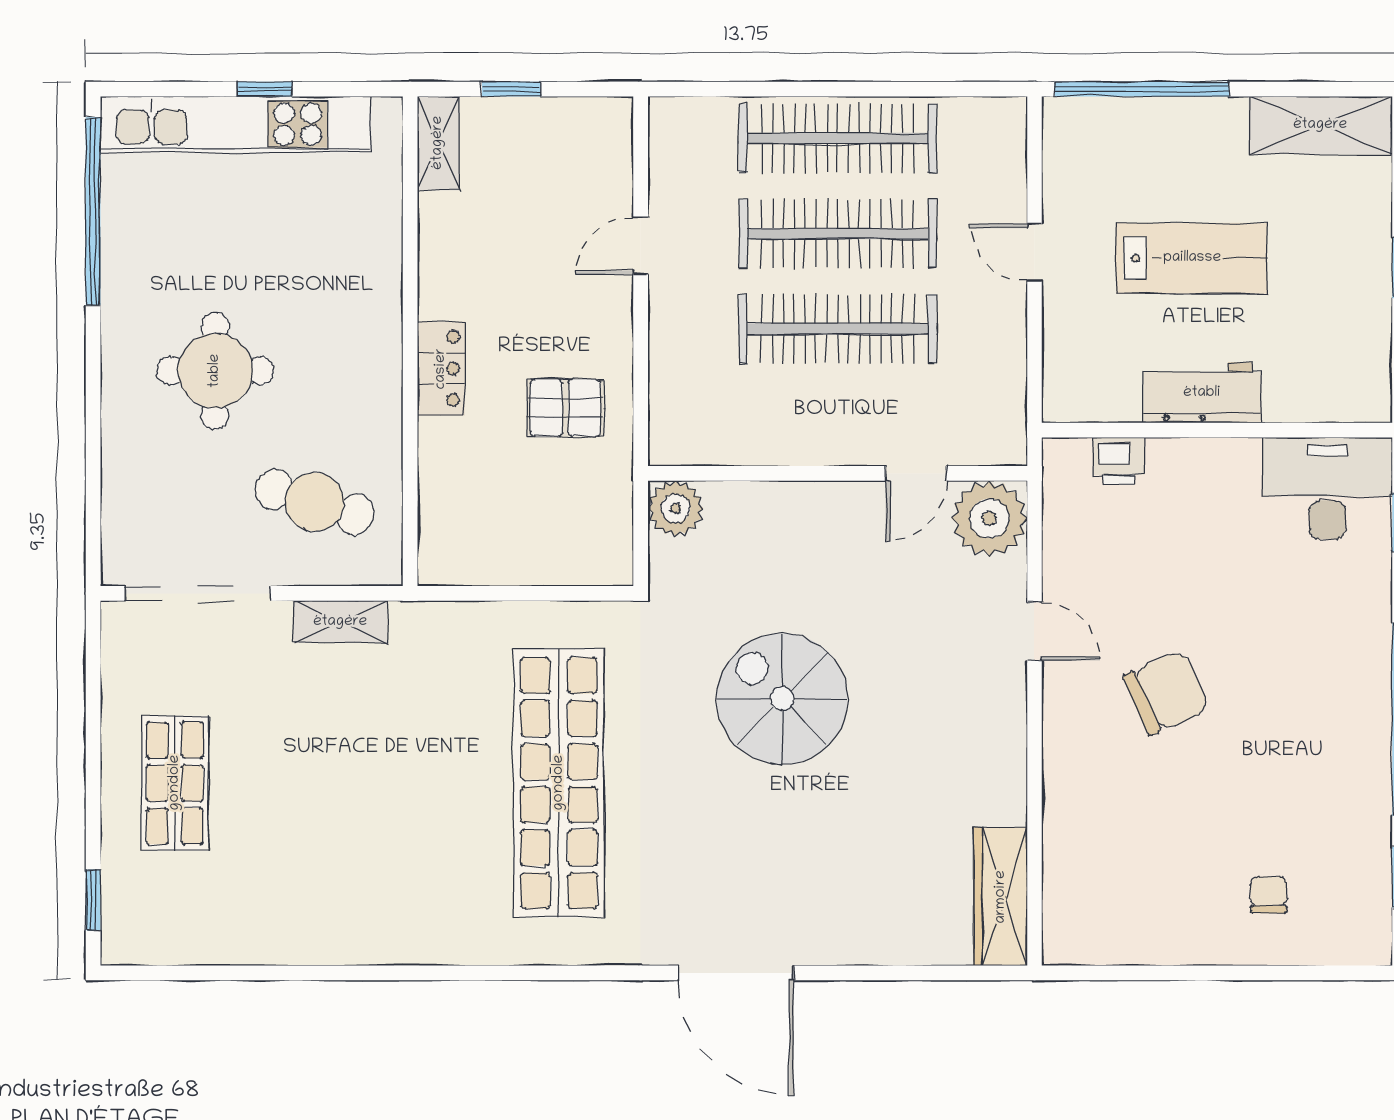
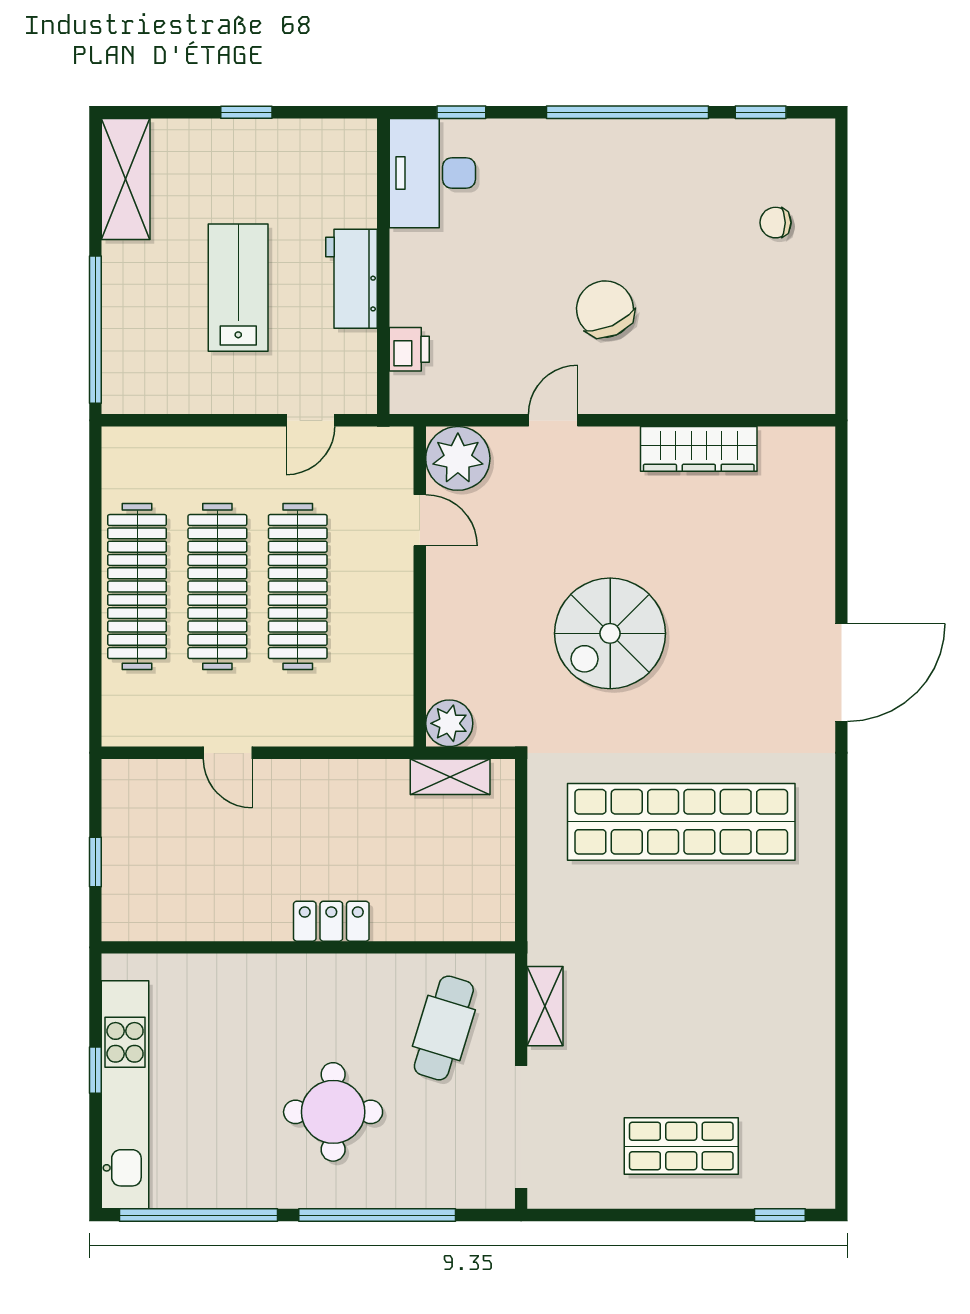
shelving: (438, 143) -> (450, 777), moved
door: (1034, 252) -> (310, 420), moved
pallet: (565, 408) -> (364, 816), removed
window: (93, 423) -> (377, 1215), added
wardrobe: (1001, 897) -> (699, 449), moved

